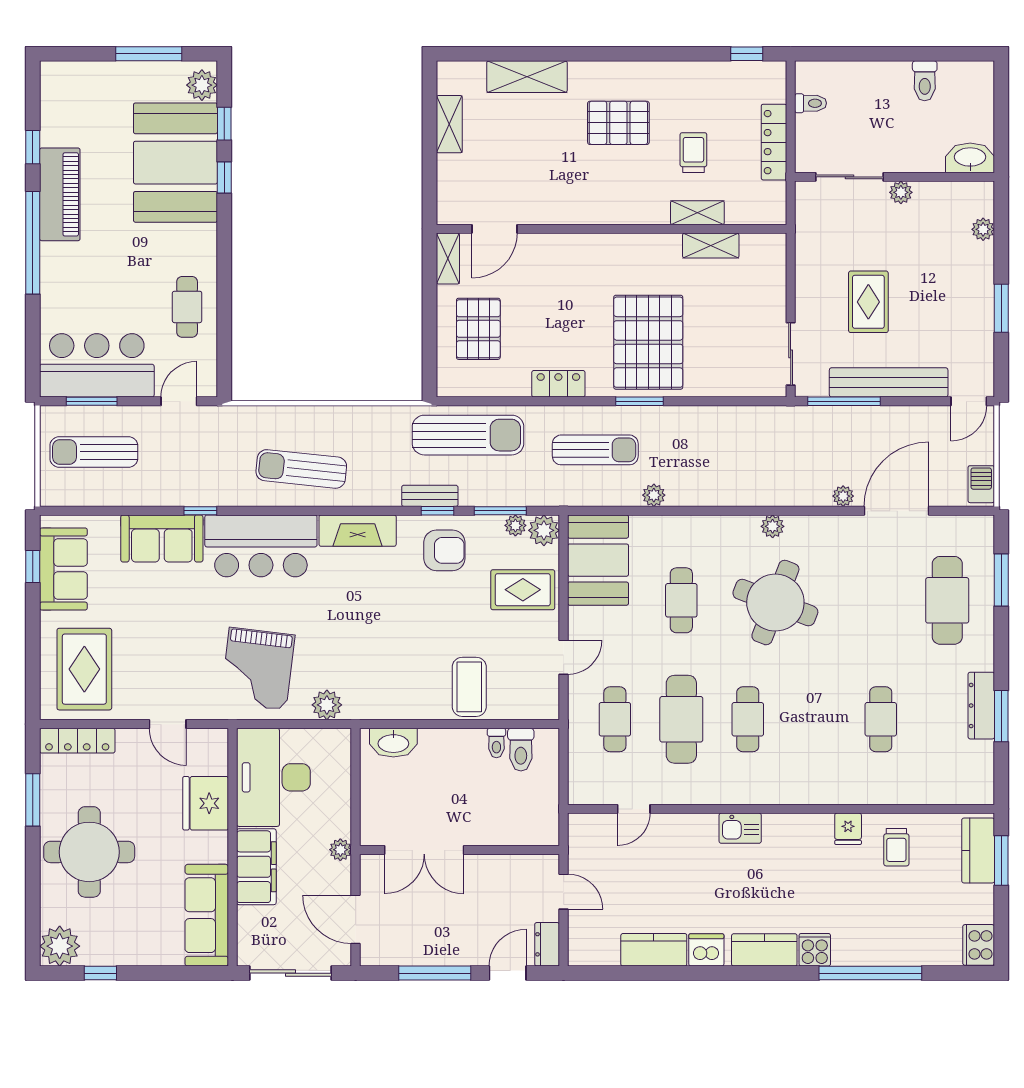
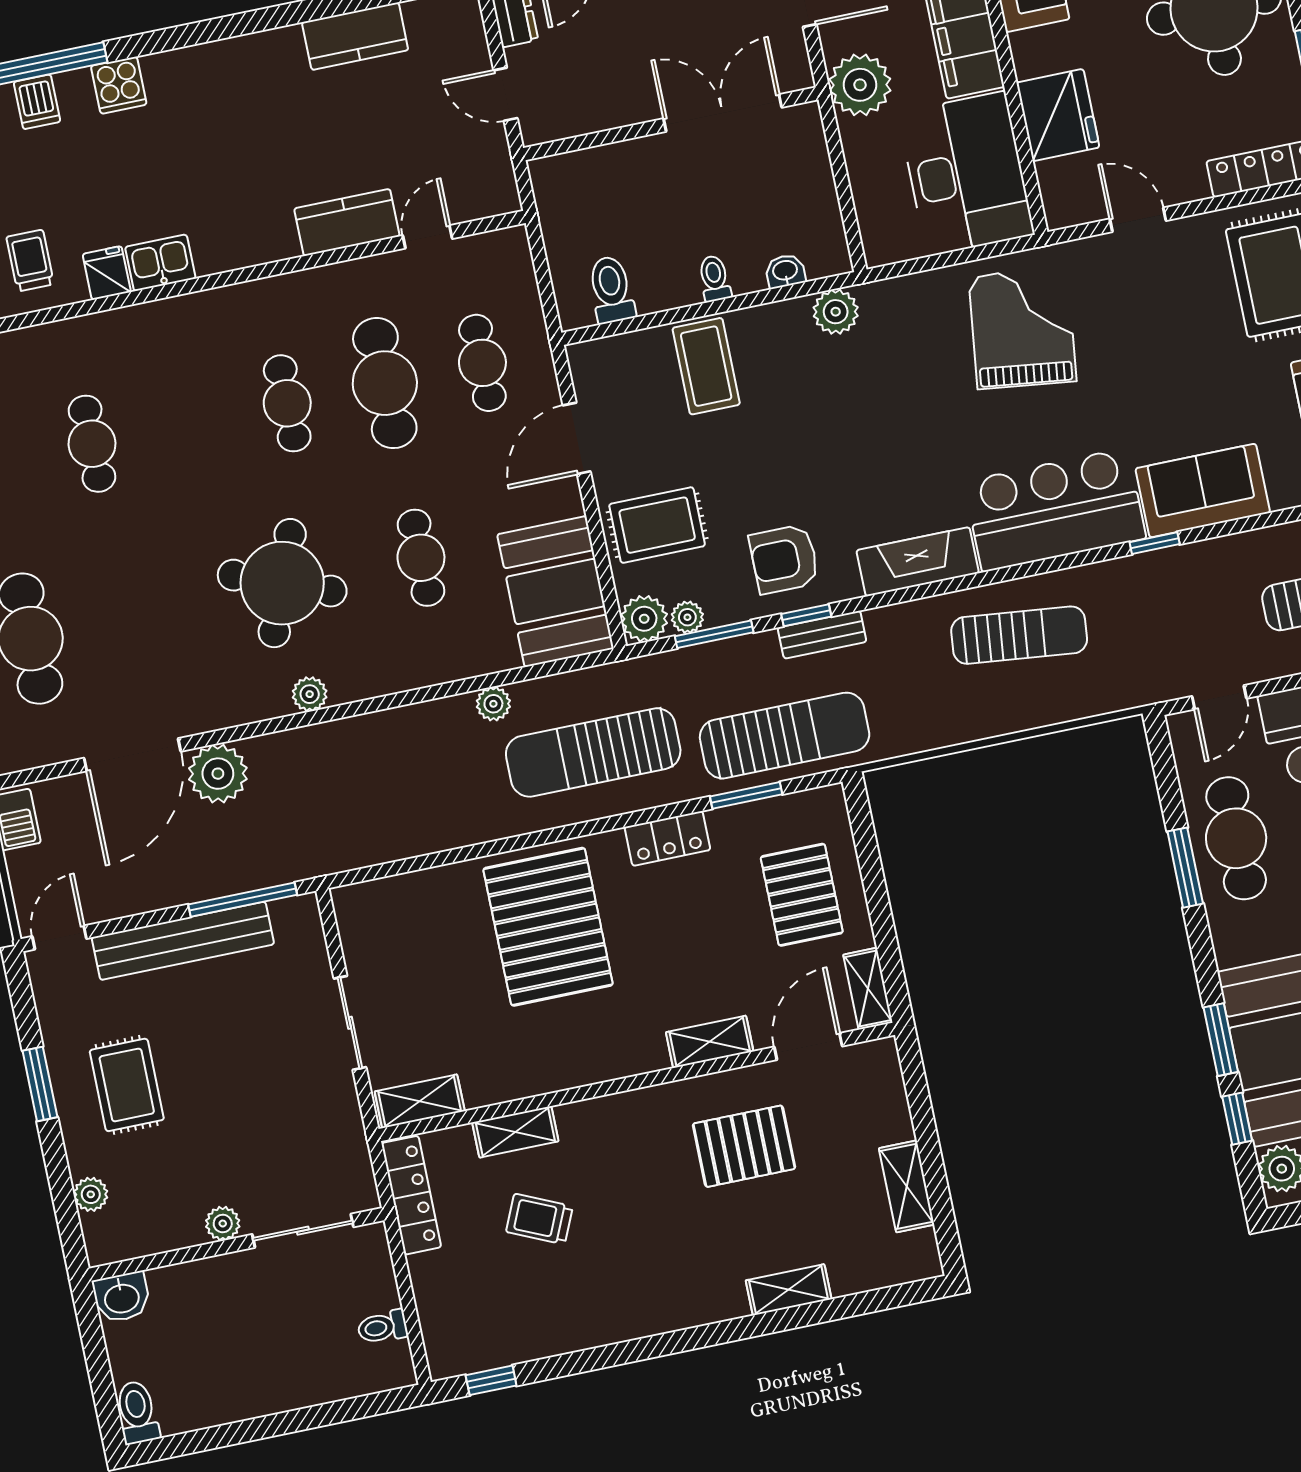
shelving: (527, 77) -> (789, 1290), width x0.67, depth x0.75
toilet: (925, 81) -> (137, 1412), moved
pallet: (618, 123) -> (744, 1146), moved
locker: (774, 142) -> (411, 1195), moved
trolley: (693, 153) -> (539, 1219), turned 114
washbasin: (970, 158) -> (122, 1297), width x0.72
window: (224, 178) -> (1221, 1040), width x1.50
shelving: (558, 245) -> (710, 1042), added
shelving: (711, 246) -> (420, 1101), moved
window: (224, 295) -> (1185, 868), added
rug: (868, 302) -> (127, 1085), moved
cafe table: (187, 307) -> (1236, 838), width x1.37, depth x1.35
sliding door: (791, 354) -> (350, 1023), moved
window: (640, 401) -> (746, 795), moved
sun lounger: (468, 435) -> (785, 736), turned 180
sun lounger: (595, 450) -> (593, 752), width x1.36, depth x1.34
plant: (843, 496) -> (218, 774), width x1.88, depth x1.88
door: (564, 657) -> (577, 438), width x1.38
plant: (327, 705) -> (836, 312), moved
washbasin: (393, 743) -> (785, 271), width x0.52, depth x0.69
toilet: (496, 743) -> (715, 278), moved
kitchen sink: (740, 828) -> (160, 263), moved
plant: (340, 850) -> (860, 85), width x1.88, depth x1.88
dishwasher: (706, 950) -> (37, 102), moved, width x0.73
kitchen counter: (764, 950) -> (347, 222), moved, turned 180

